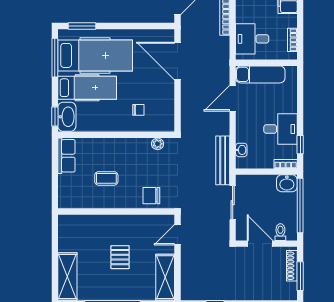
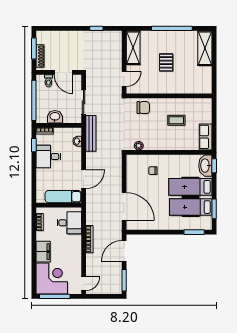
hospital bed: (95, 55) -> (191, 207), width x0.73, depth x0.78
window: (55, 58) -> (214, 209), width x0.69
washbasin: (287, 183) -> (55, 117), moved

